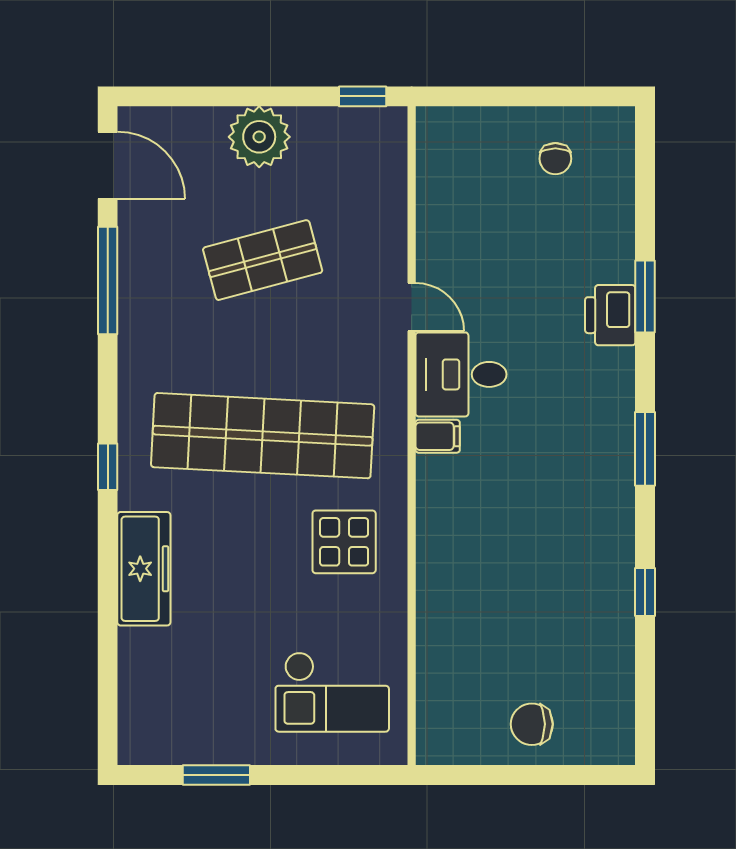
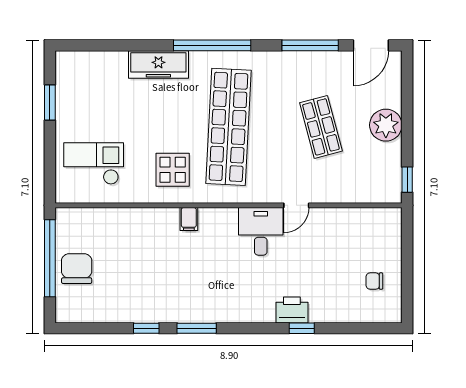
window: (645, 296) -> (302, 328), width x0.67
filing cabinet: (438, 436) -> (189, 219), moved
window: (645, 449) -> (197, 328), moved
window: (108, 467) -> (212, 45), width x3.17
checkout: (332, 692) -> (94, 164), turned 90
chair: (532, 724) -> (77, 269), width x1.37, depth x1.37
window: (512, 775) -> (50, 258), added

